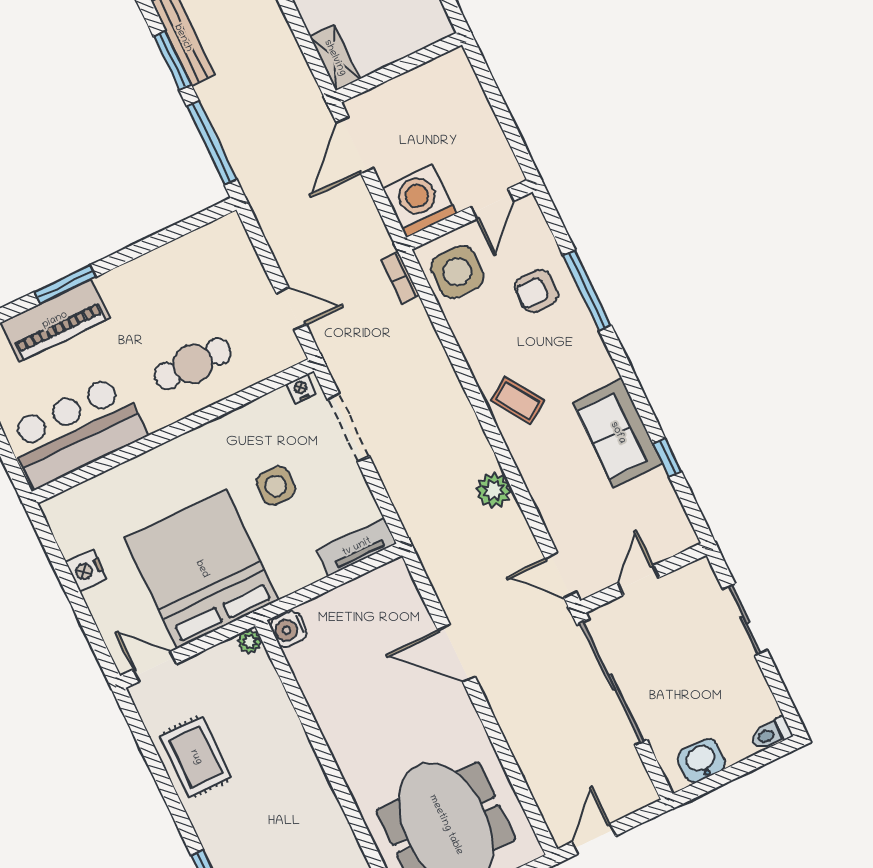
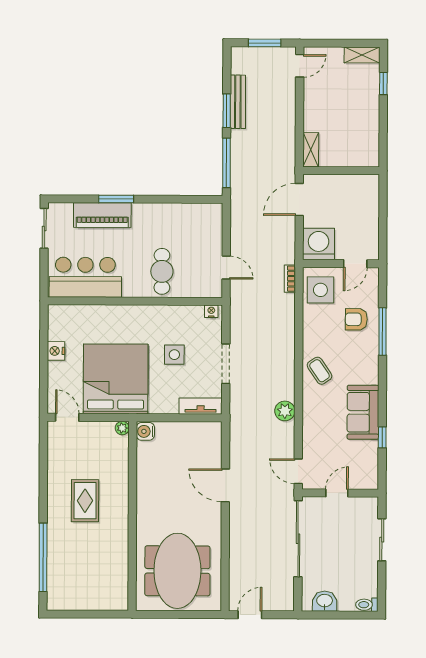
cafe table: (193, 364) -> (162, 271), turned 90
doorway: (348, 428) -> (226, 364), moved
rug: (196, 757) -> (85, 501), moved

